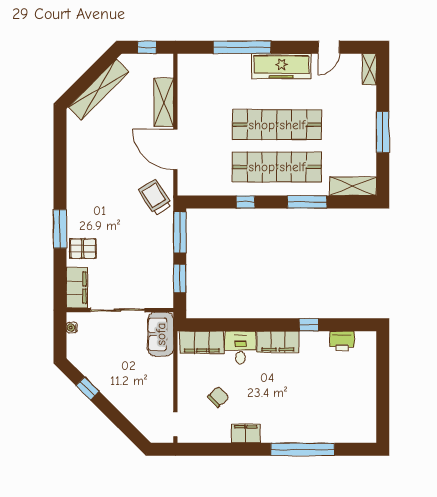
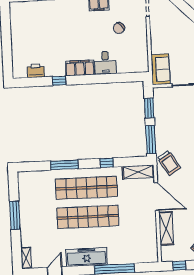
shelving: (353, 186) -> (138, 172), moved
filing cabinet: (202, 342) -> (132, 65), removed

